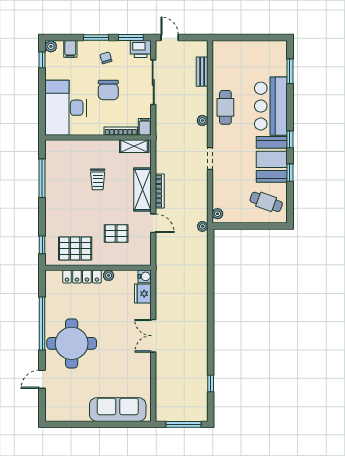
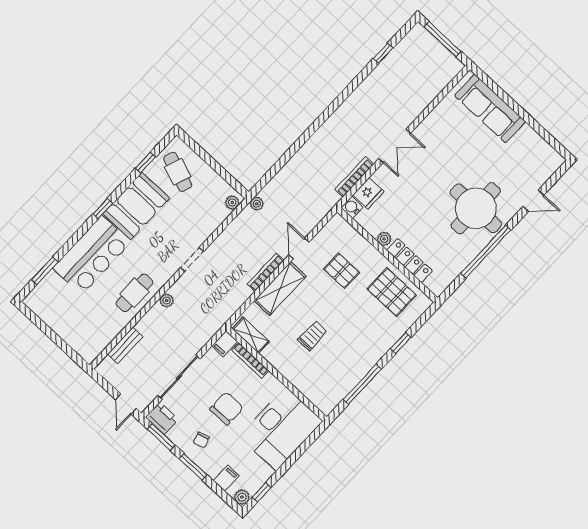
window: (290, 173) -> (145, 163), moved
window: (42, 245) -> (401, 343), moved
bookcase: (160, 295) -> (354, 177), added

